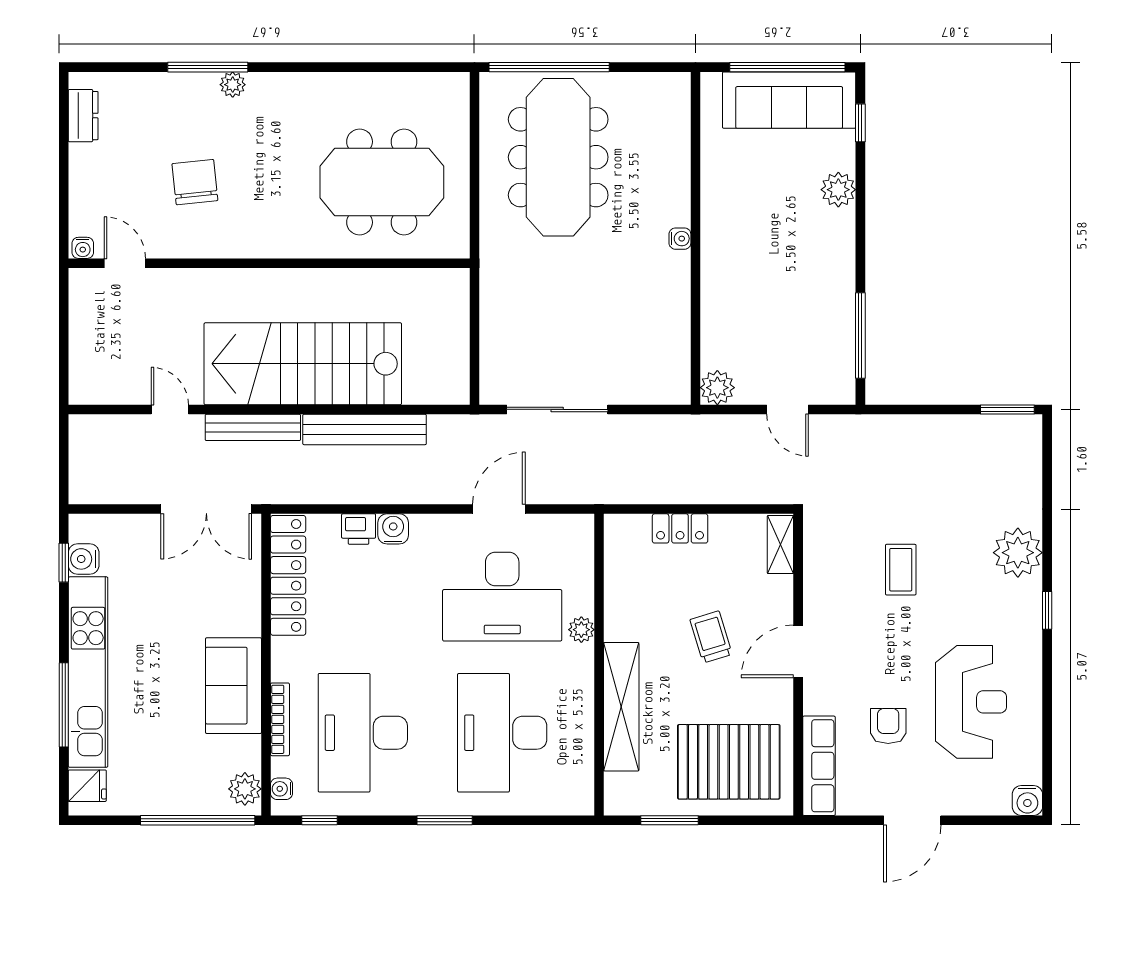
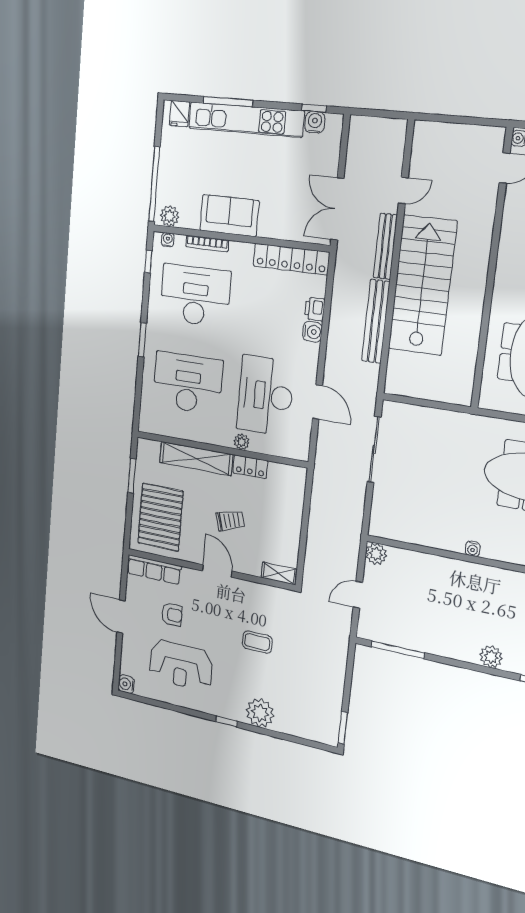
locker: (680, 528) -> (250, 467), moved, turned -90

